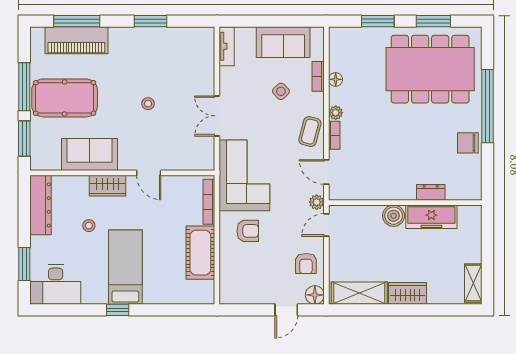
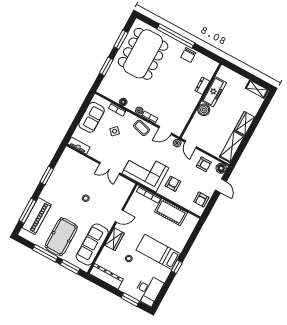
sofa: (89, 154) -> (92, 244), width x1.36
armchair: (247, 290) -> (201, 200), added

